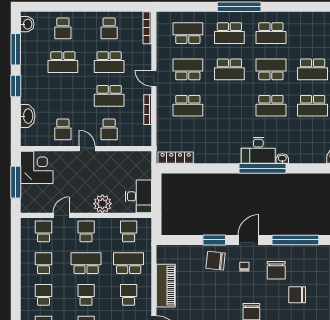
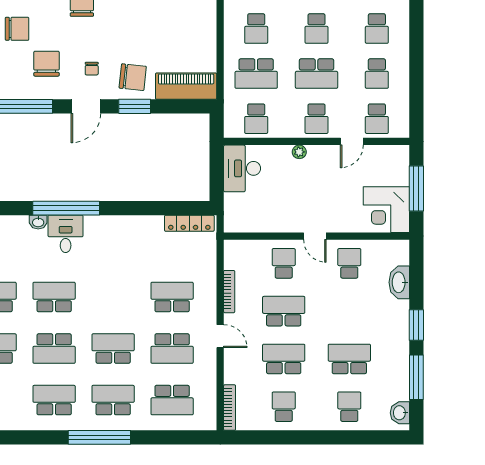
desk: (258, 150) -> (66, 234), width x0.73
plant: (102, 204) -> (299, 152), width x0.53, depth x0.53
piano: (166, 286) -> (186, 86), moved, turned 90

